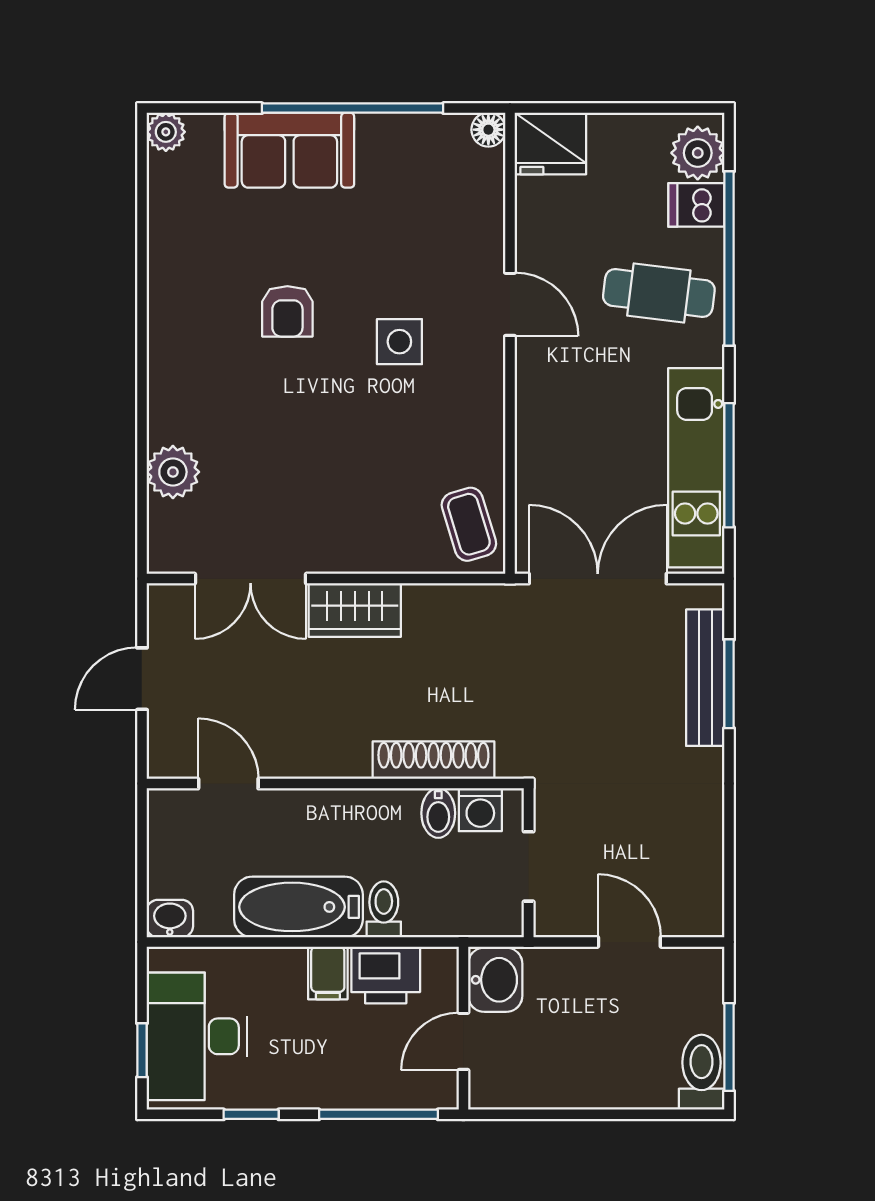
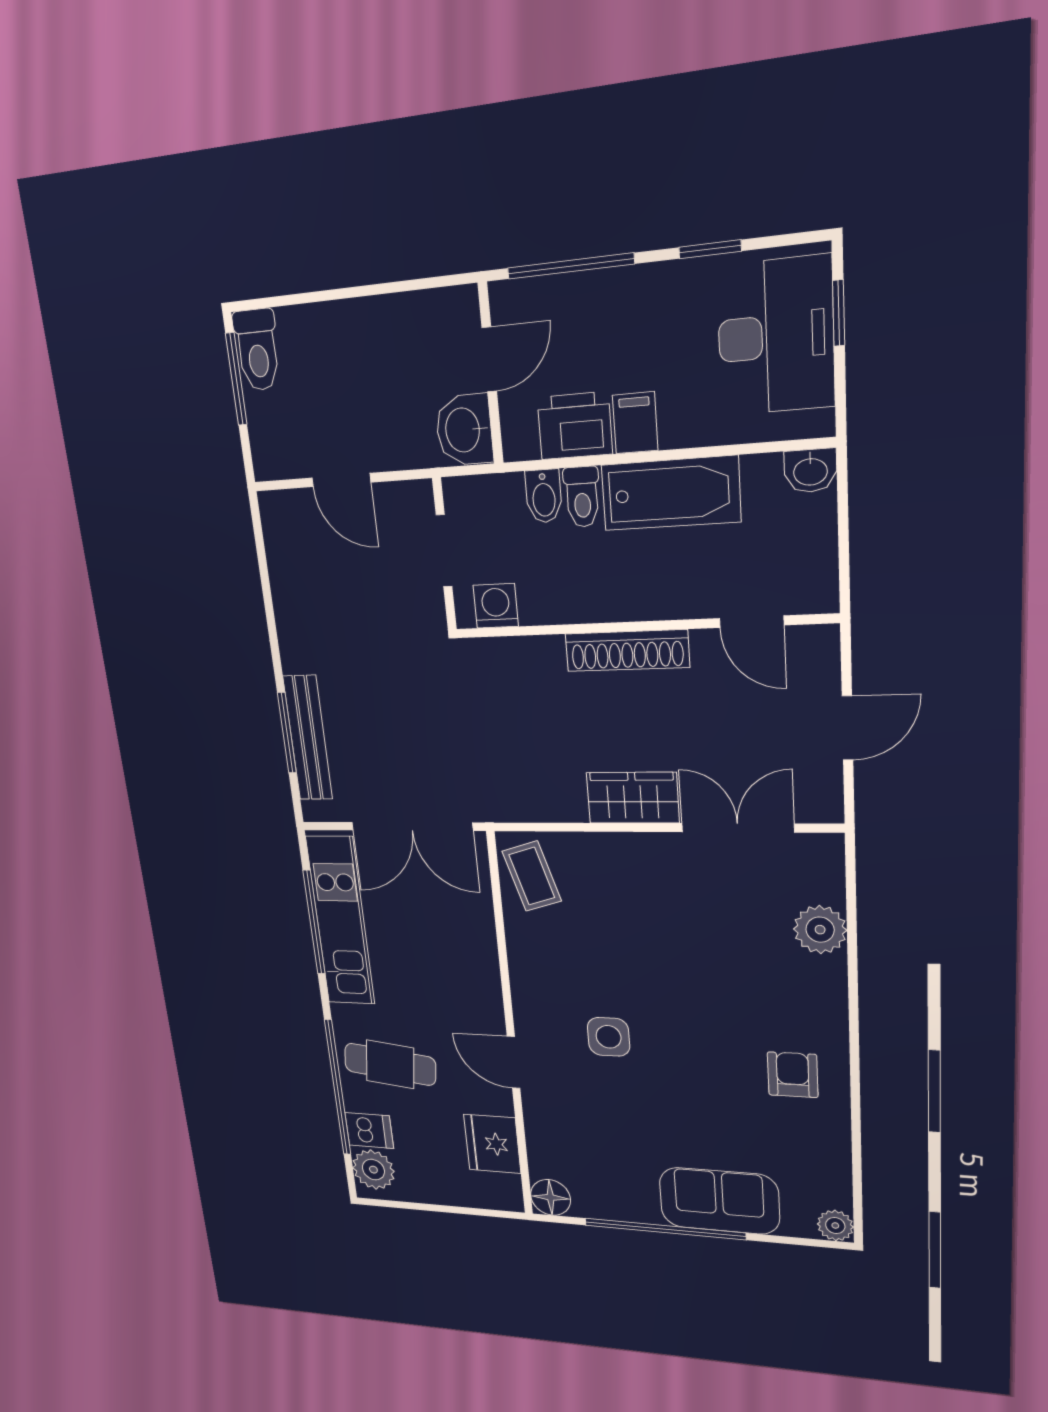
floor lamp: (488, 130) -> (551, 1197), width x1.37, depth x1.37
fridge: (550, 144) -> (492, 1144), moved, turned -90
armchair: (287, 311) -> (793, 1075), moved
shoe rack: (433, 760) -> (627, 651), moved
bidet: (438, 813) -> (544, 496), moved, turned 180

